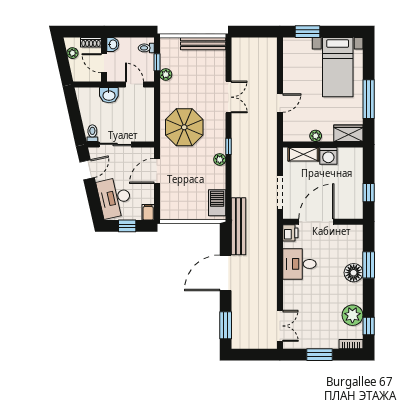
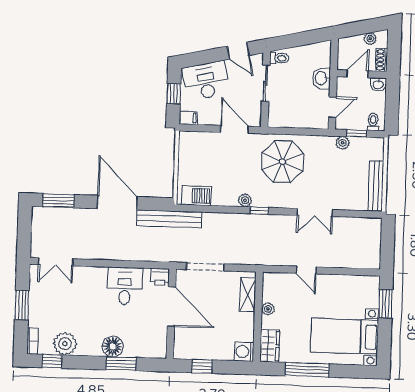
washing machine: (328, 156) -> (244, 352), moved

